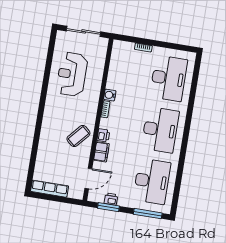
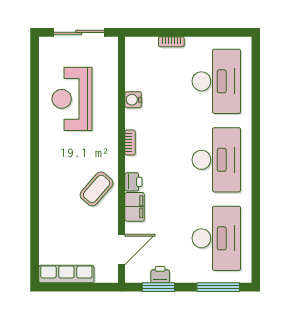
water cooler: (110, 95) -> (133, 100), moved

